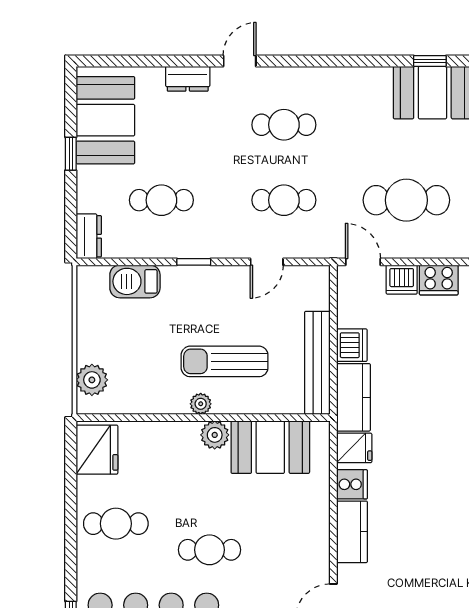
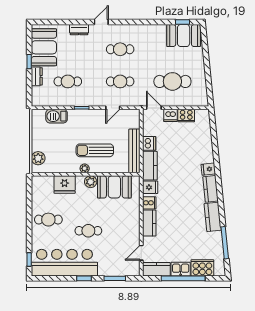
dresser: (89, 236) -> (37, 76), moved
fridge: (97, 450) -> (65, 185), moved, turned 90

